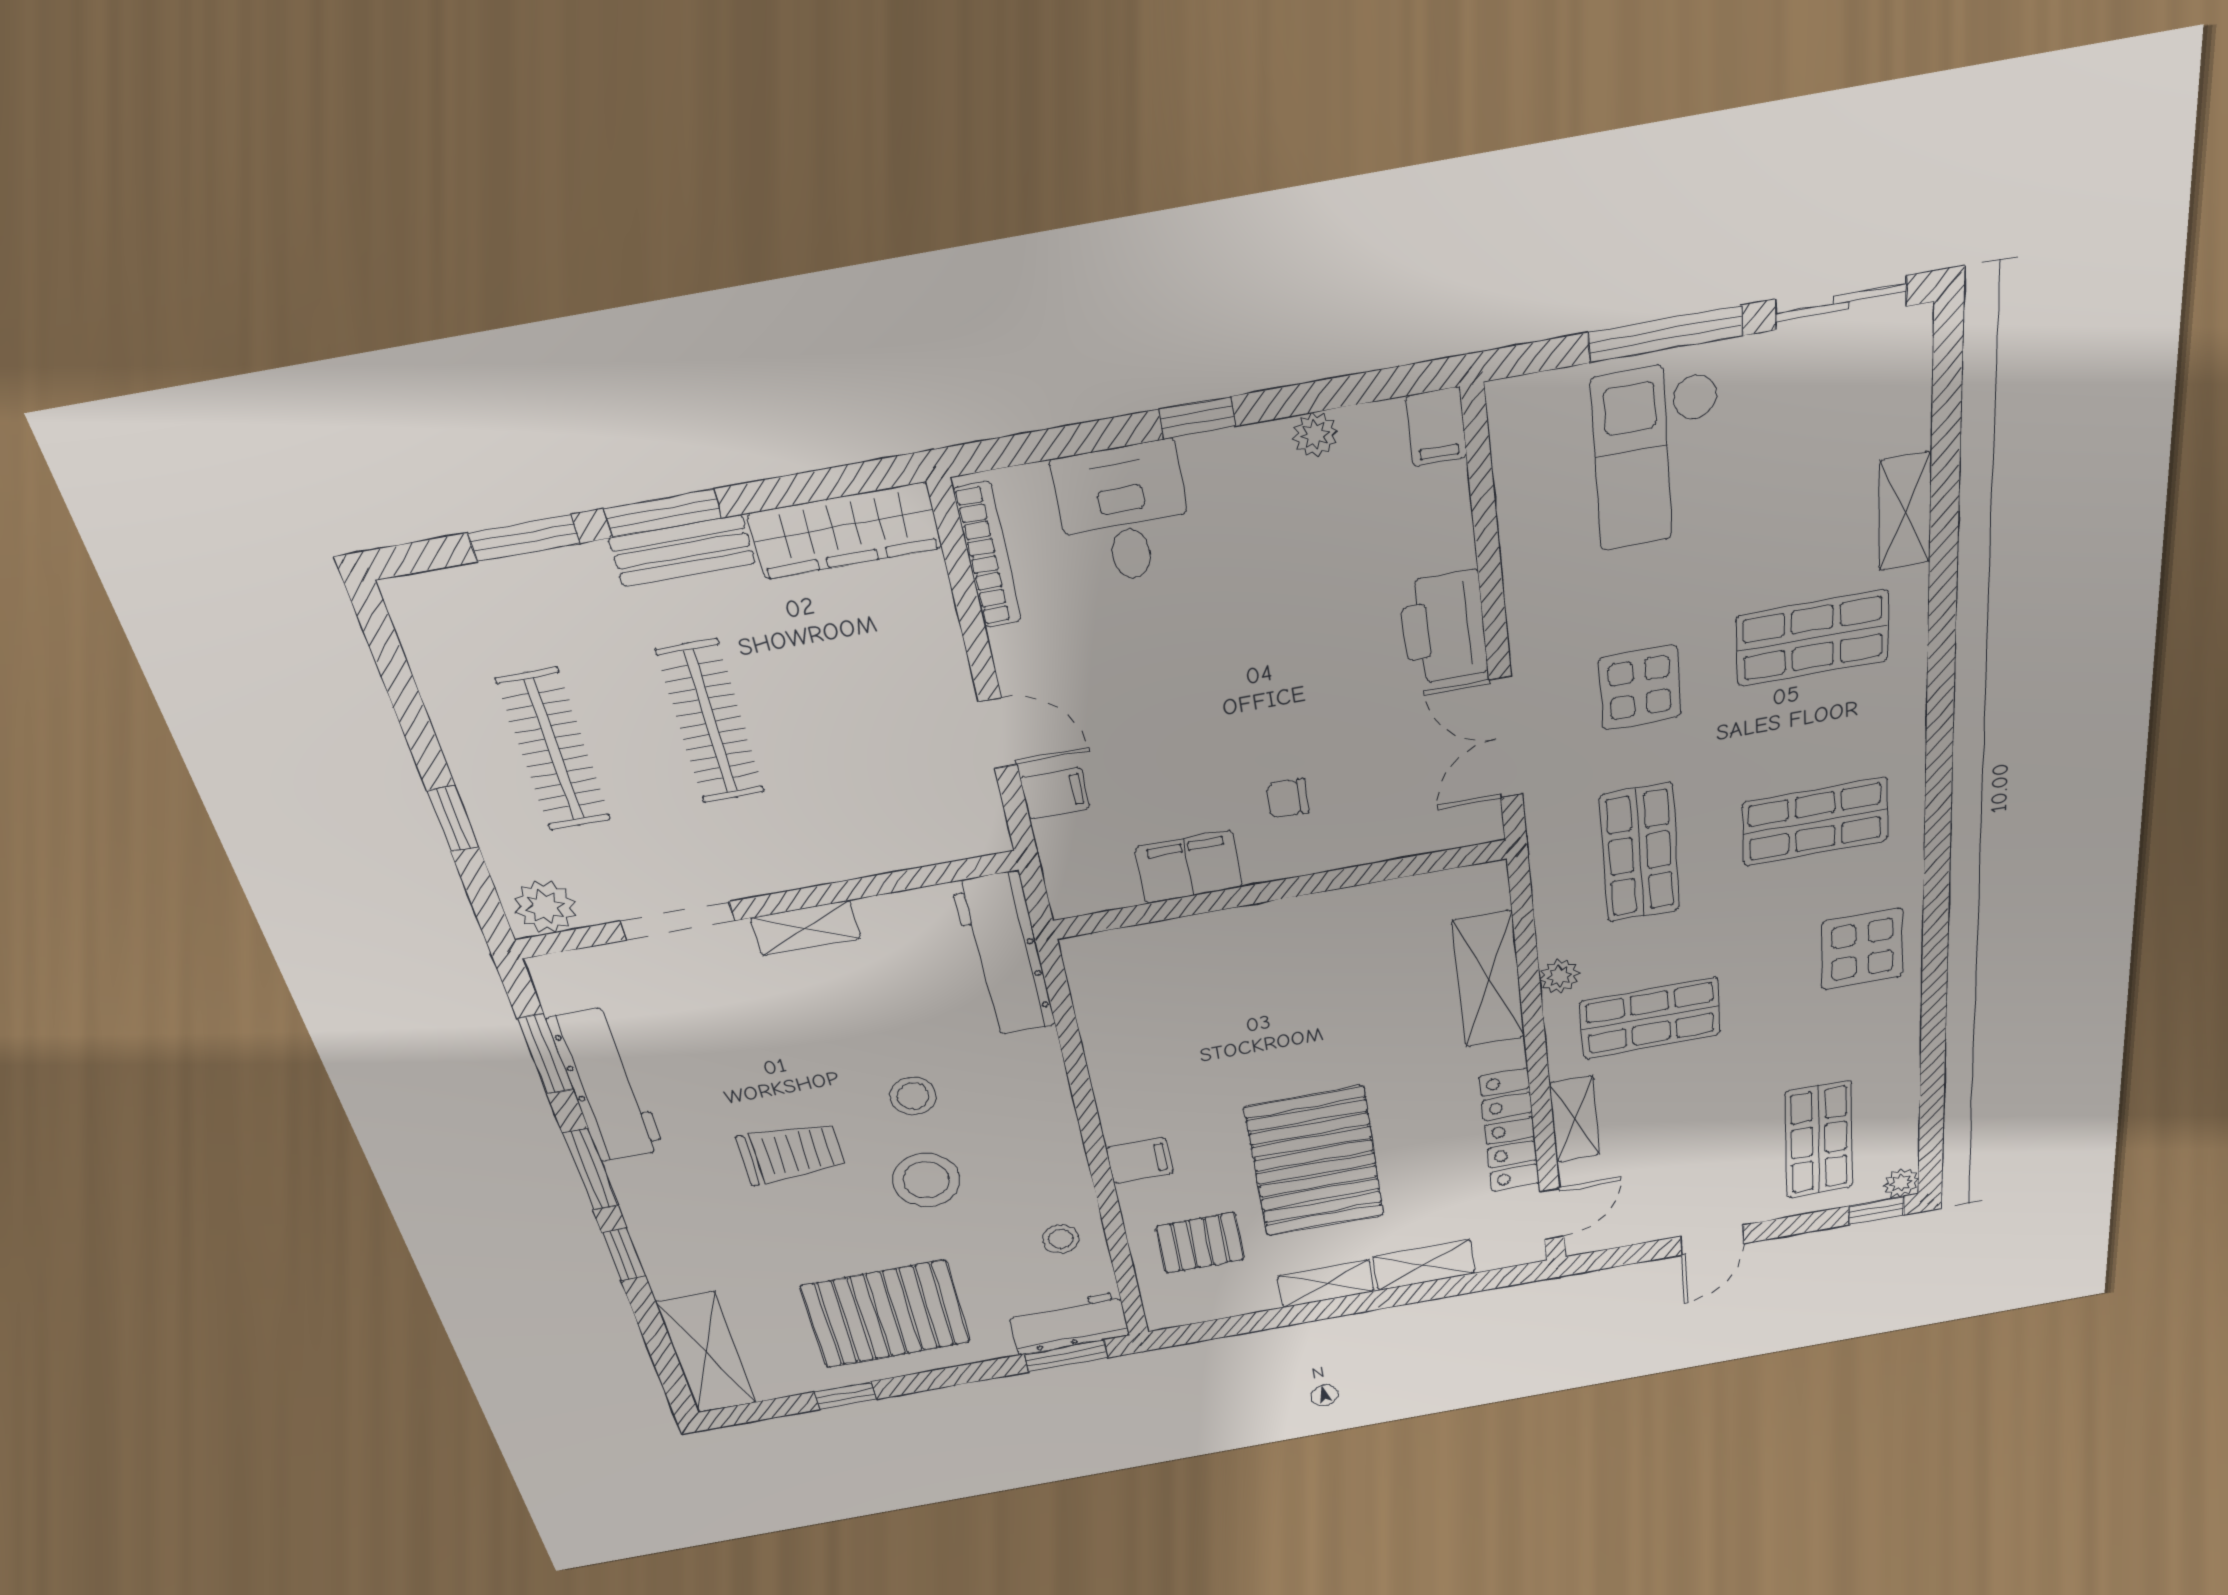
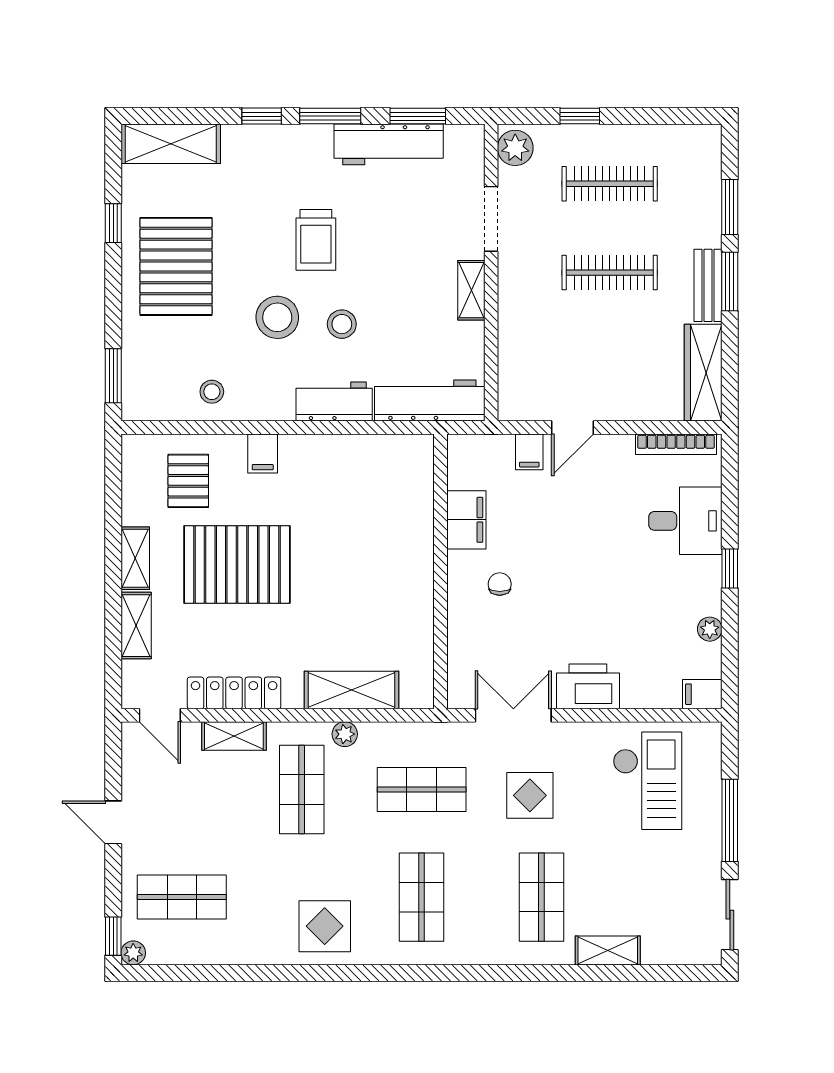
checkout: (1657, 455) -> (647, 781), moved, turned 90
workbench: (1069, 1323) -> (334, 402), moved, turned -90

